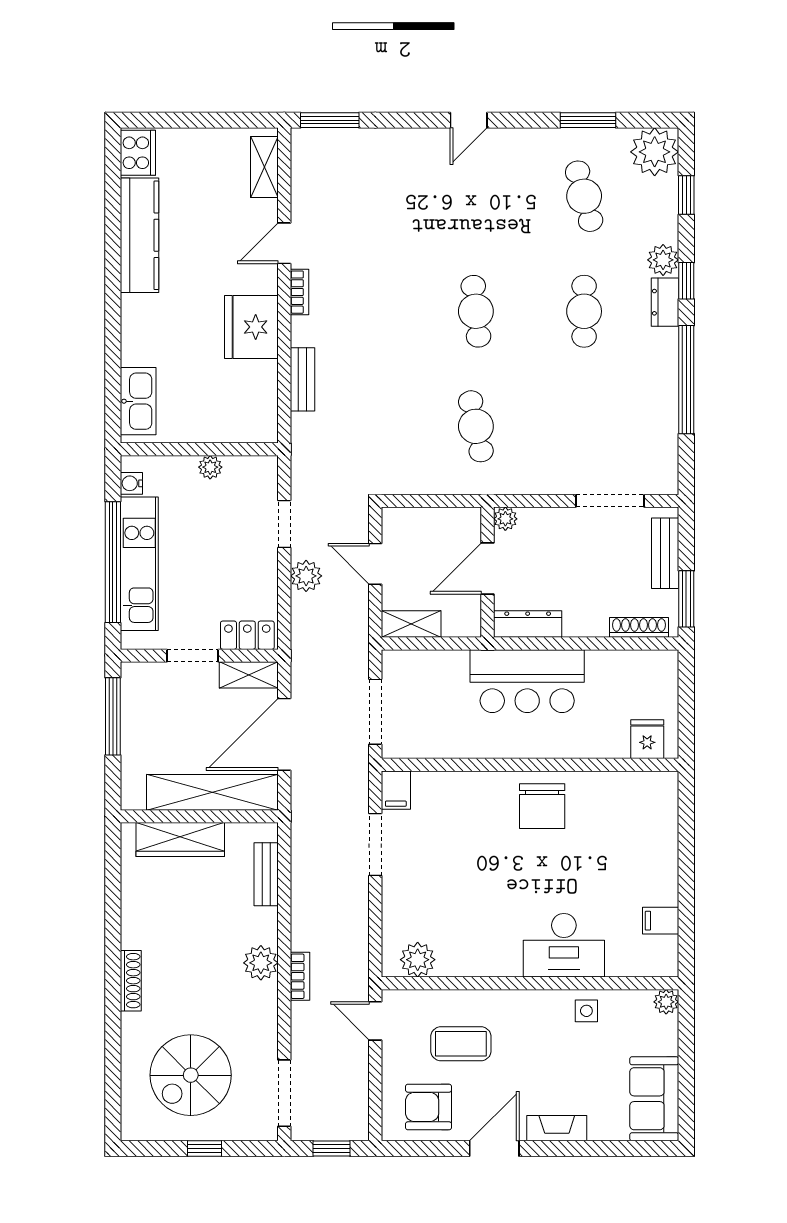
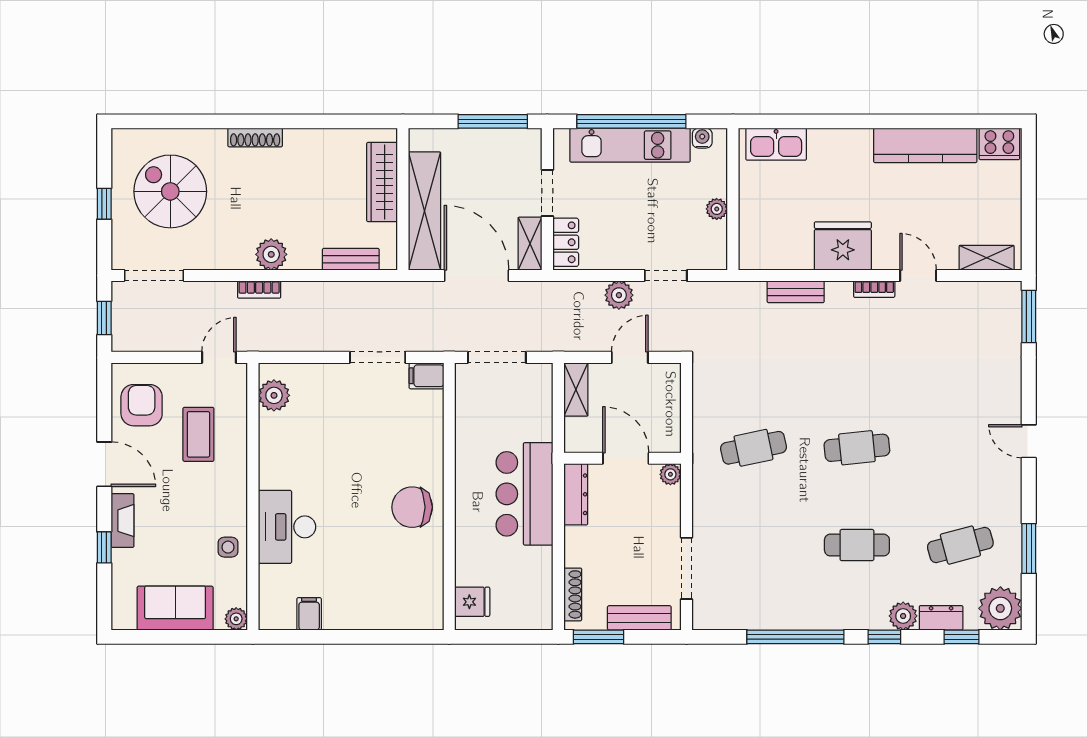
dresser: (665, 302) -> (941, 618), moved
sofa: (654, 1099) -> (175, 608), moved
window: (587, 1149) -> (104, 547), added

